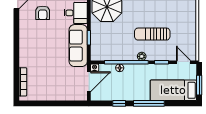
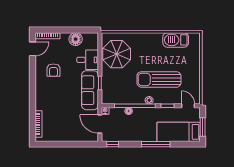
armchair: (43, 13) -> (53, 70), moved
sun lounger: (152, 34) -> (159, 79), width x1.36, depth x1.34
door: (89, 82) -> (100, 124), swing flipped
window: (119, 103) -> (113, 144), moved

